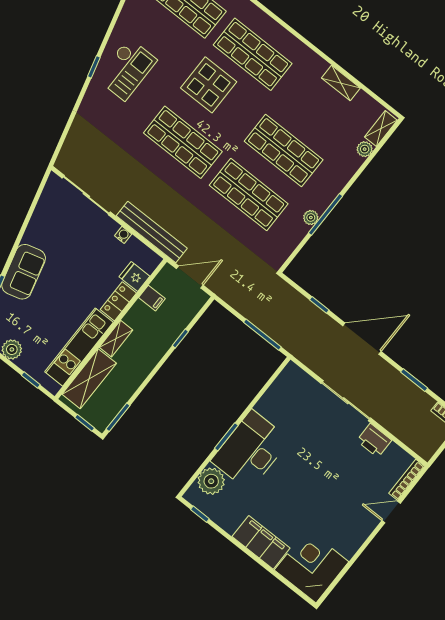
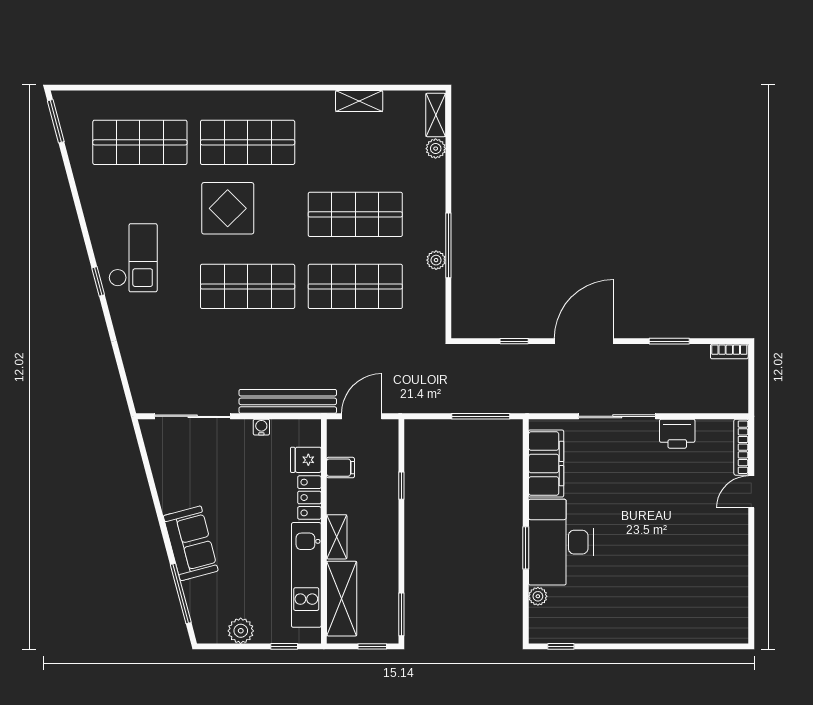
plant: (211, 481) -> (538, 596), width x0.53, depth x0.53
filing cabinet: (261, 542) -> (546, 464), moved, turned 90
corner desk: (312, 566) -> (714, 609), removed

